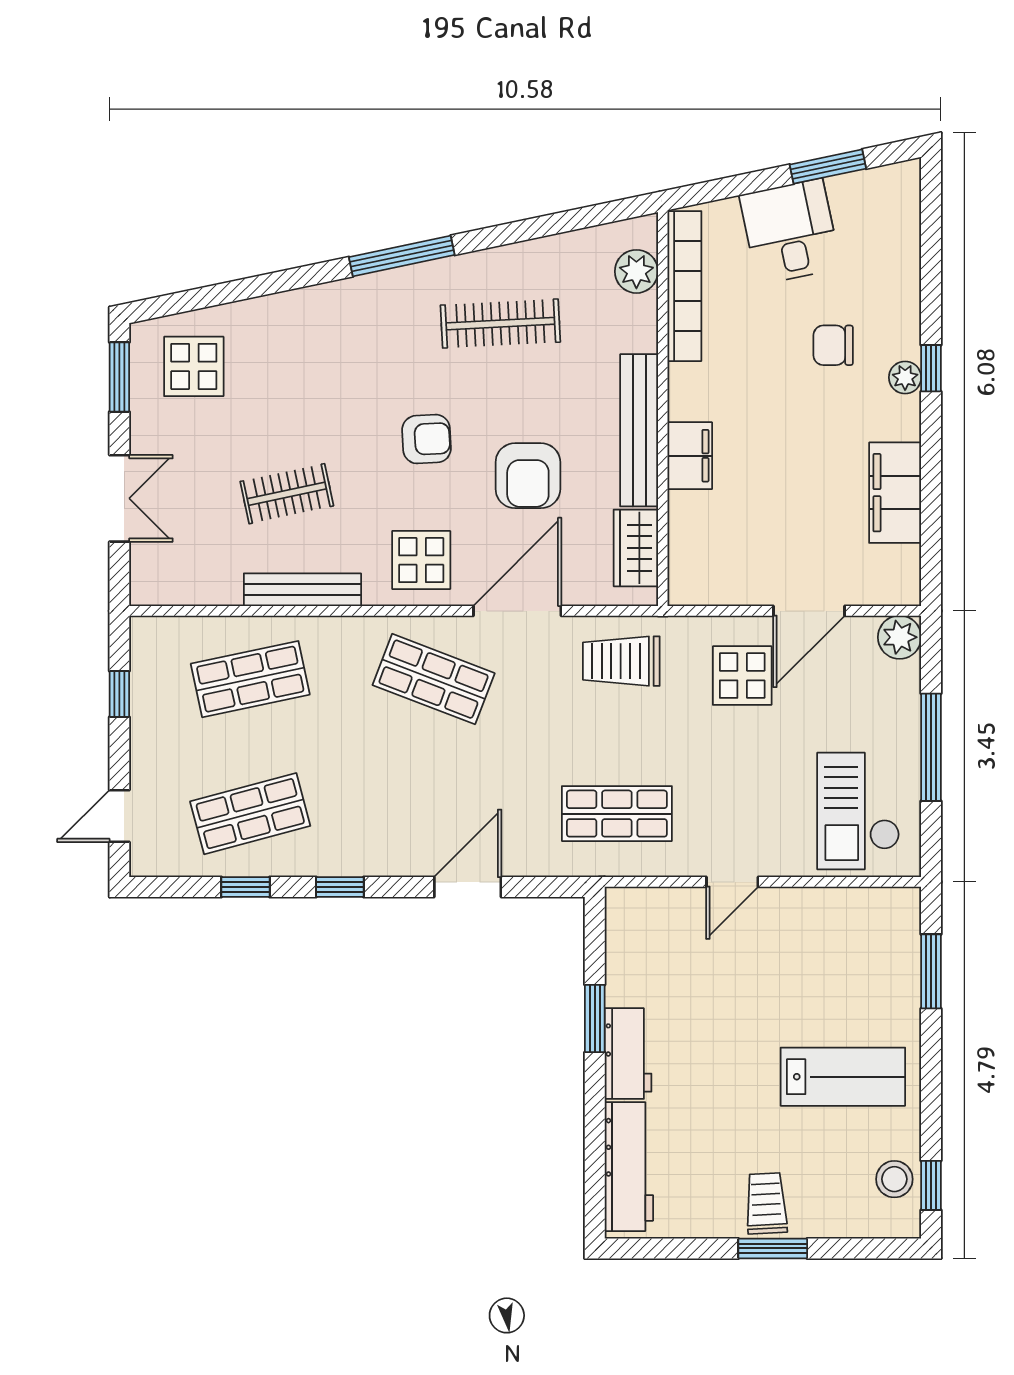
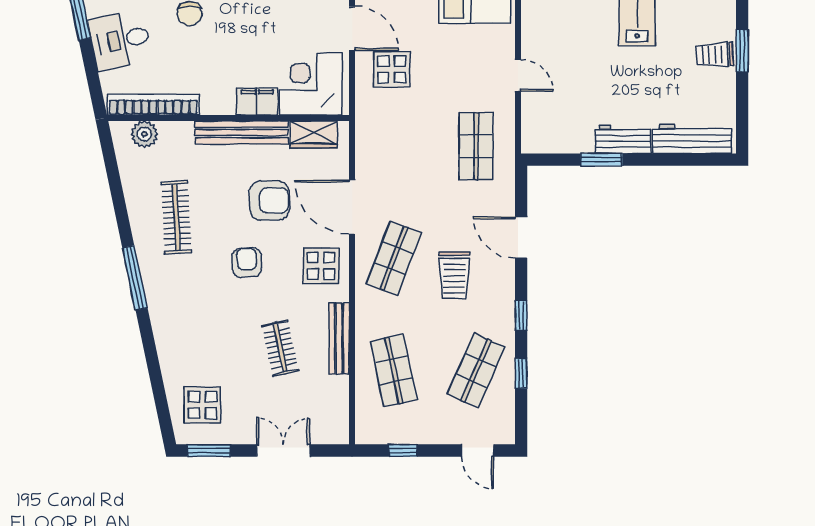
corner desk: (718, 543) -> (311, 84), added
trolley: (621, 661) -> (454, 275), moved
shop shelf: (250, 814) -> (476, 370), turned 39

